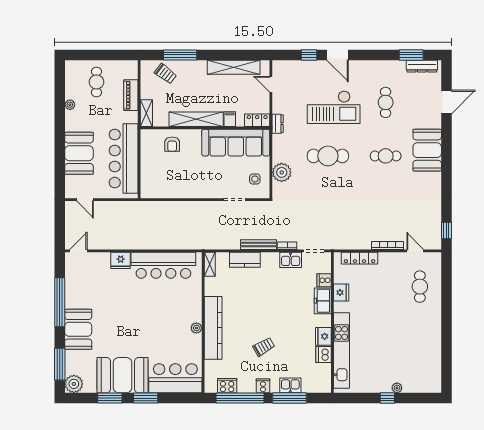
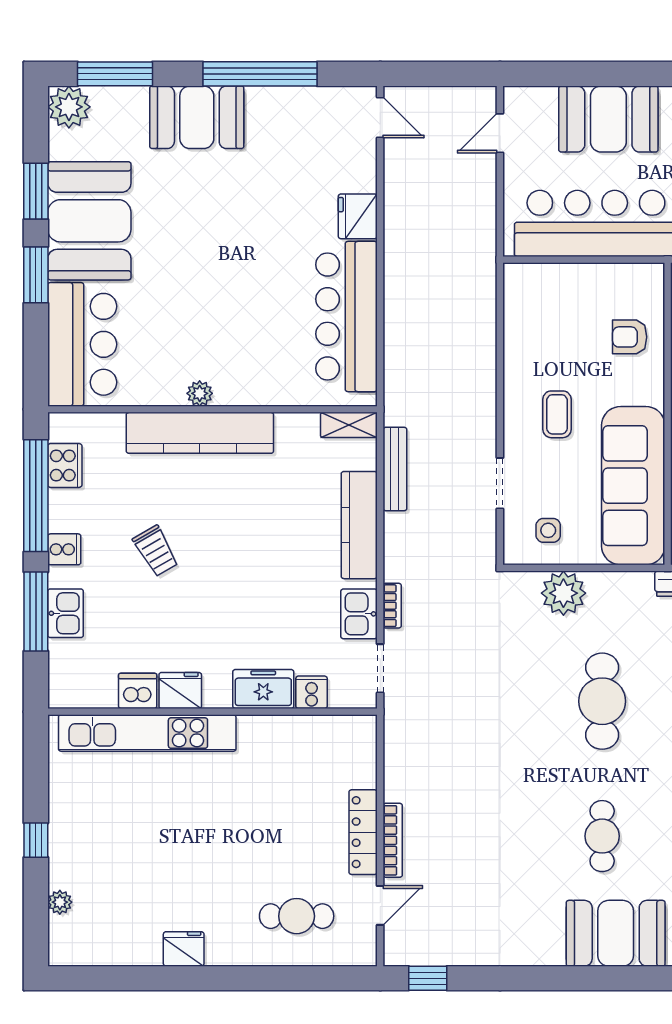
coffee table: (205, 175) -> (557, 414), added
bench: (258, 245) -> (395, 469), moved
locker: (360, 258) -> (363, 832), moved
kitchen counter: (245, 260) -> (359, 525), width x1.50
fridge: (341, 293) -> (184, 949), moved, turned 180
plant: (397, 388) -> (60, 902), moved

